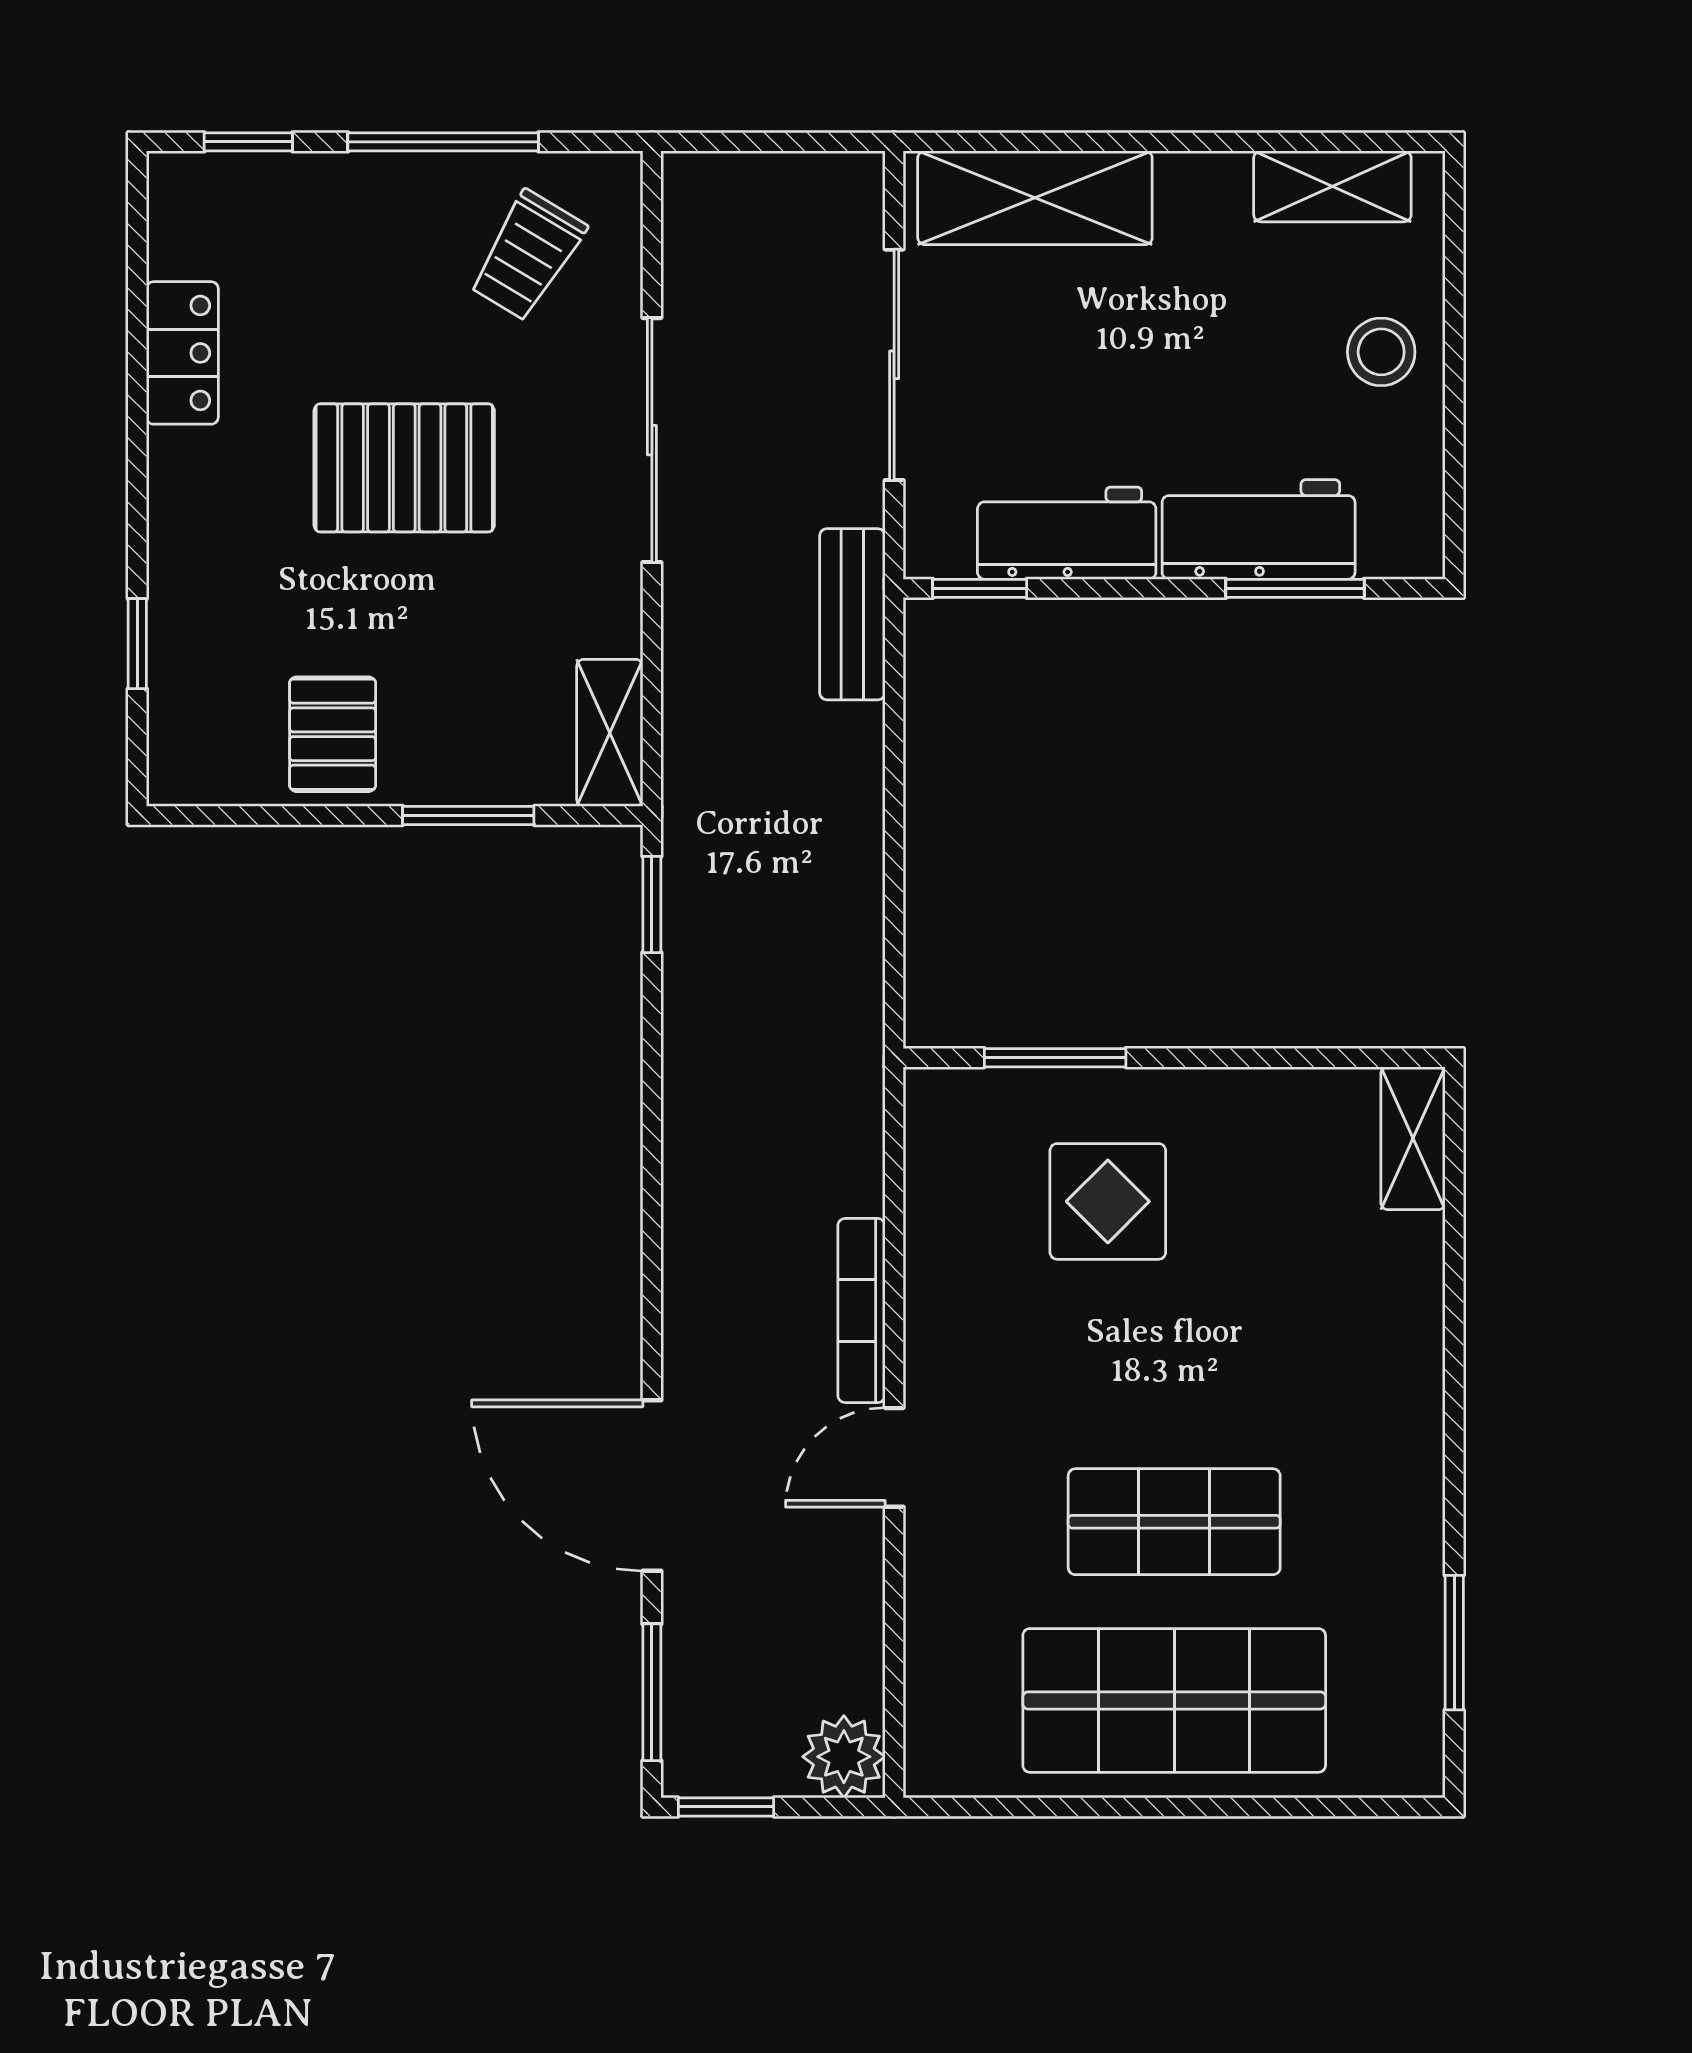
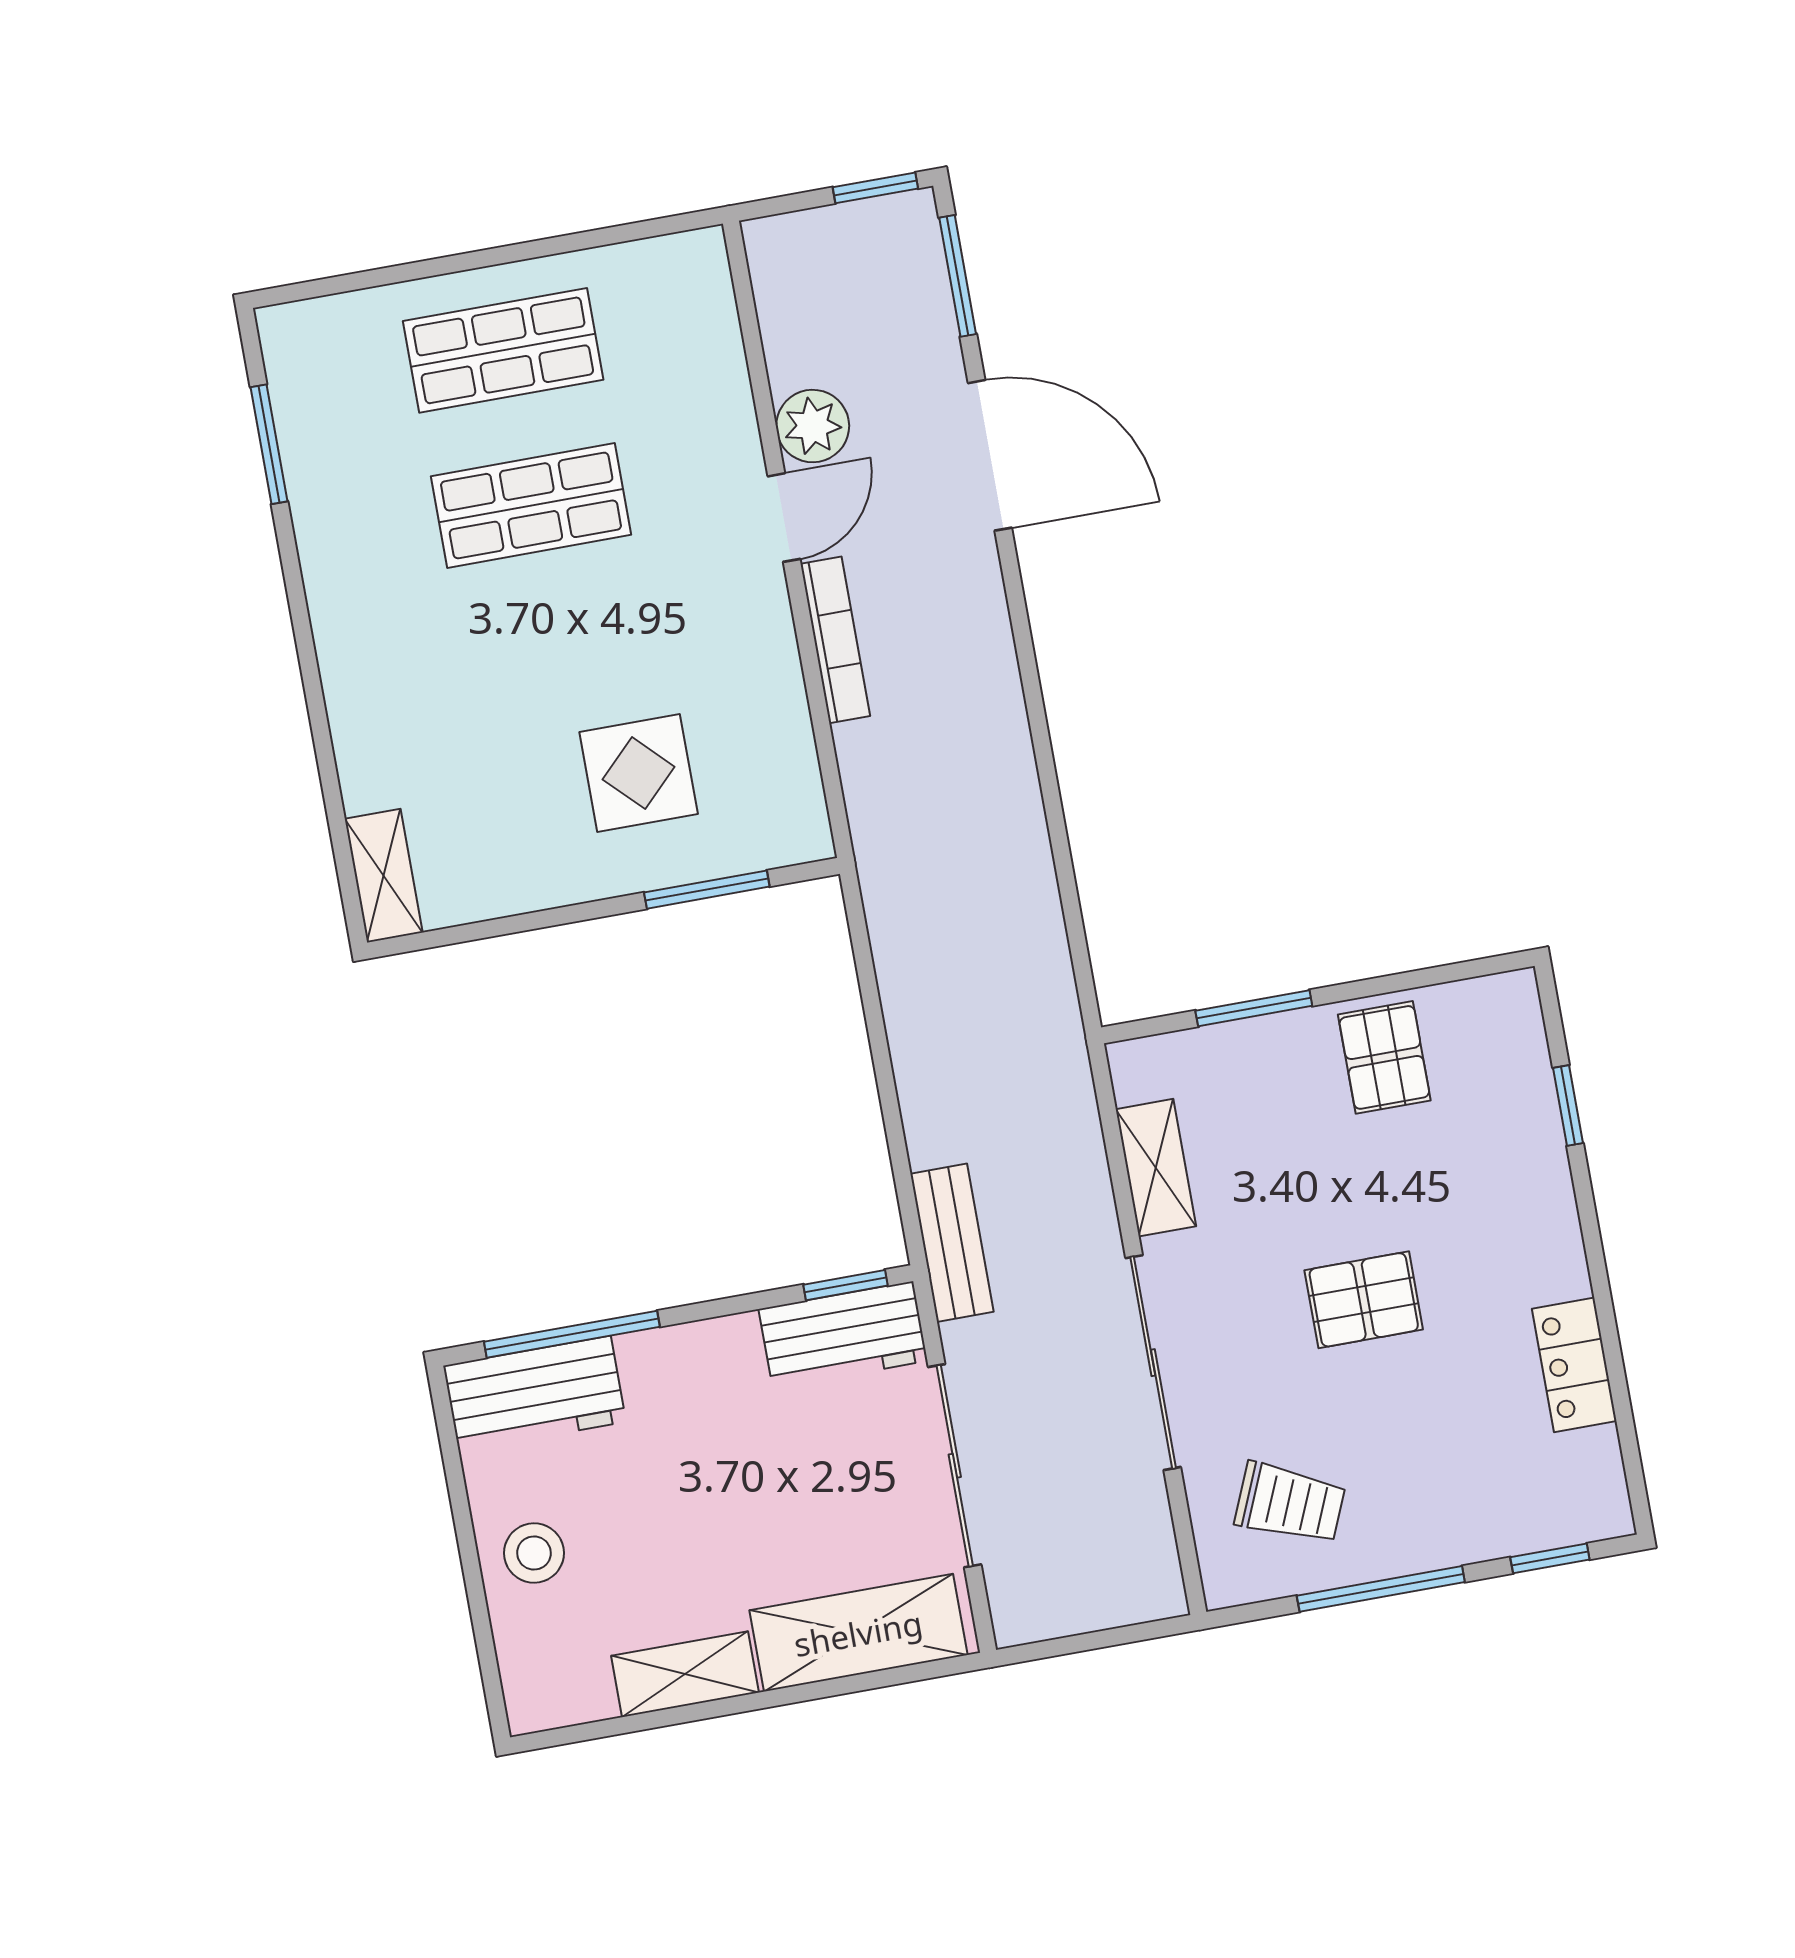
shelving: (1332, 186) -> (685, 1674), moved
trolley: (527, 256) -> (1290, 1503), turned 82
pallet: (404, 468) -> (1364, 1300), width x0.67, depth x0.71
workbench: (1259, 529) -> (535, 1394), moved
workbench: (1067, 533) -> (843, 1335), moved
window: (1295, 588) -> (572, 1334), width x1.44
shelving: (610, 733) -> (1156, 1168), moved
window: (652, 904) -> (1081, 960), removed
shop shelf: (1174, 1700) -> (503, 350), width x0.70, depth x0.74
plant: (844, 1757) -> (813, 426), moved

